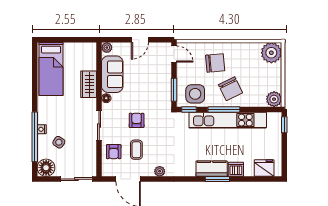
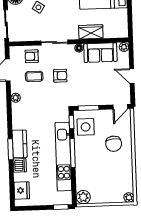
plant: (271, 53) -> (129, 197), width x0.53, depth x0.53
chair: (230, 89) -> (91, 158), removed

